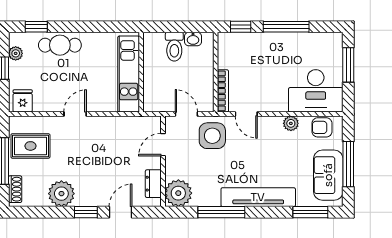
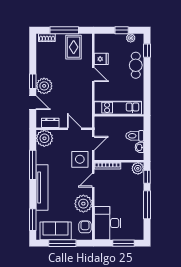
plant: (227, 42) -> (138, 168), added
fridge: (23, 101) -> (101, 59), moved
plant: (291, 123) -> (83, 204), width x1.88, depth x1.88
plant: (61, 194) -> (44, 86), moved

